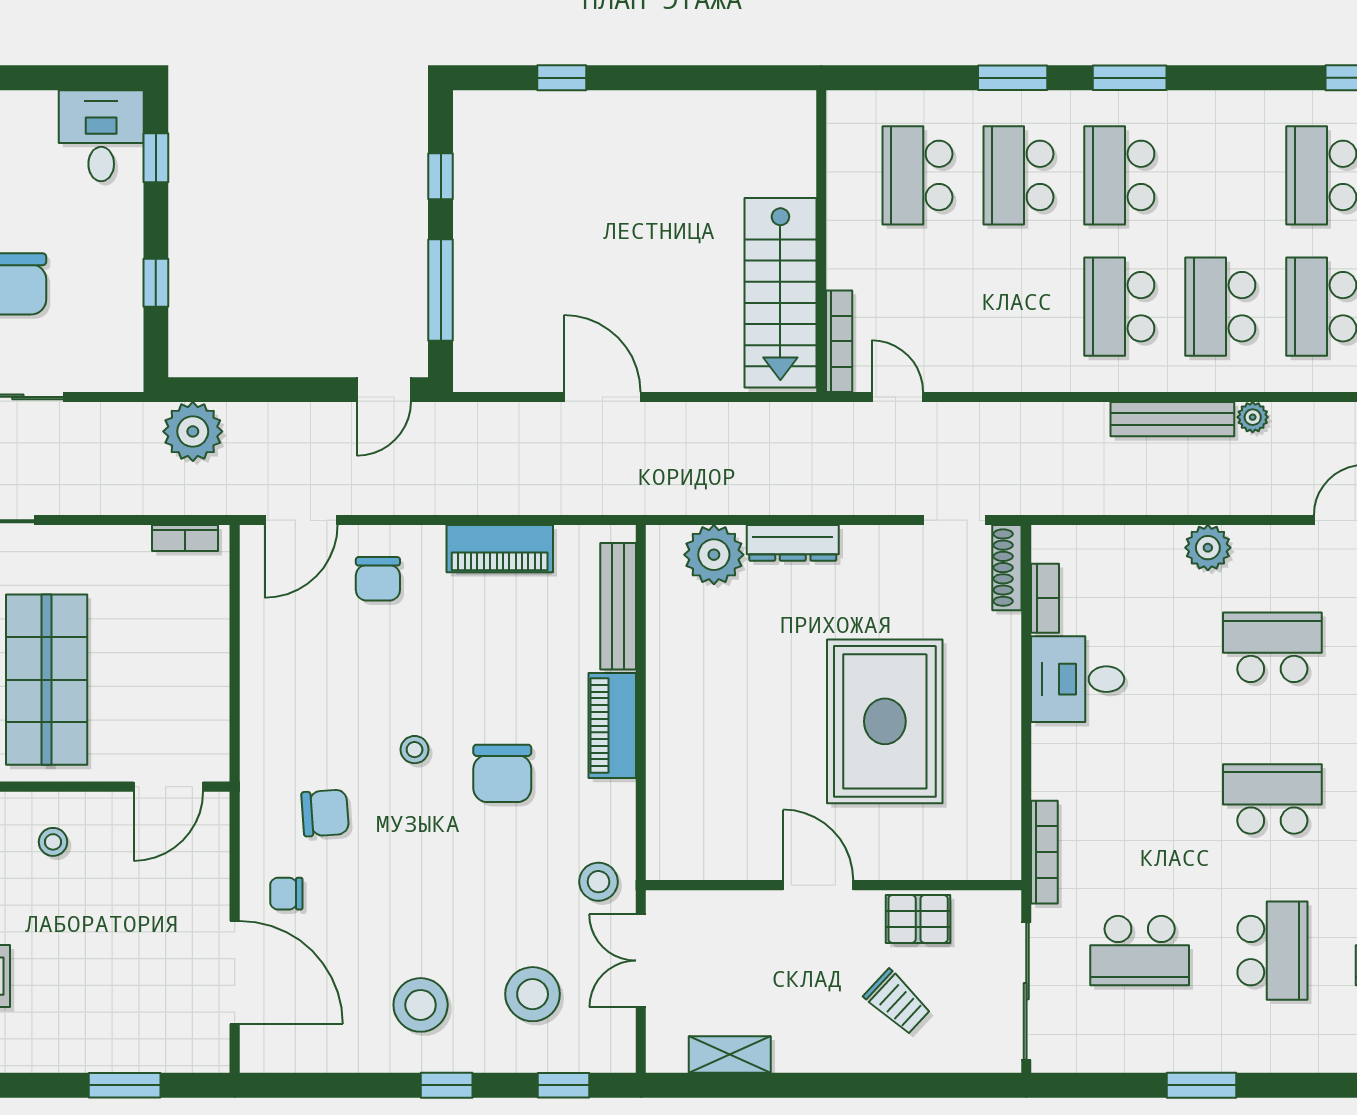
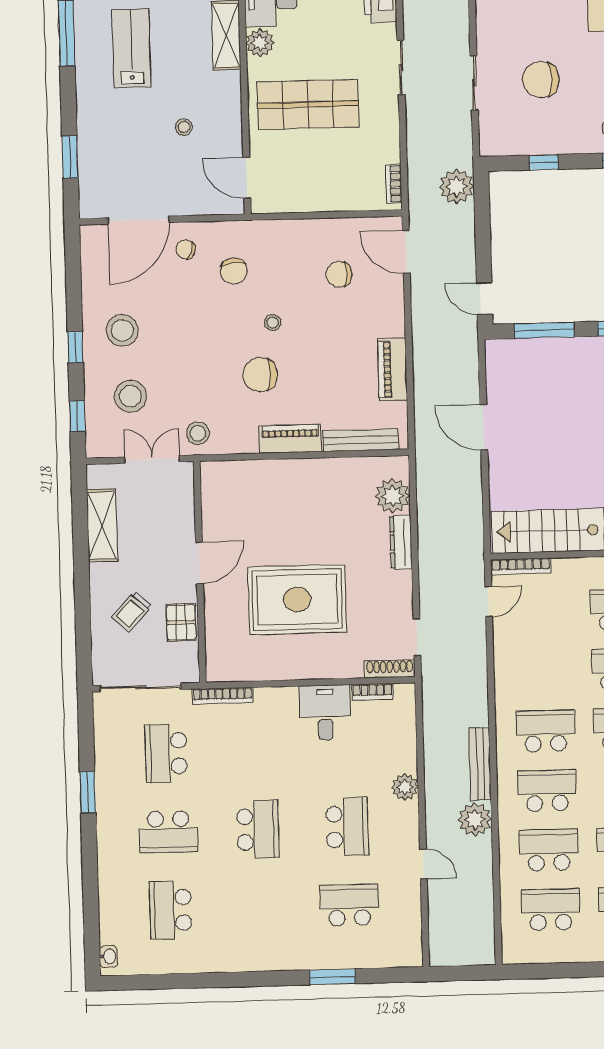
door: (602, 397) -> (484, 427), swing flipped
plant: (1253, 417) -> (475, 820), width x1.88, depth x1.88
chair: (378, 579) -> (339, 274), moved
stool: (53, 842) -> (184, 127), moved
chair: (286, 894) -> (186, 249), turned -70
shelving: (730, 1055) -> (102, 525), width x1.50, depth x1.33

